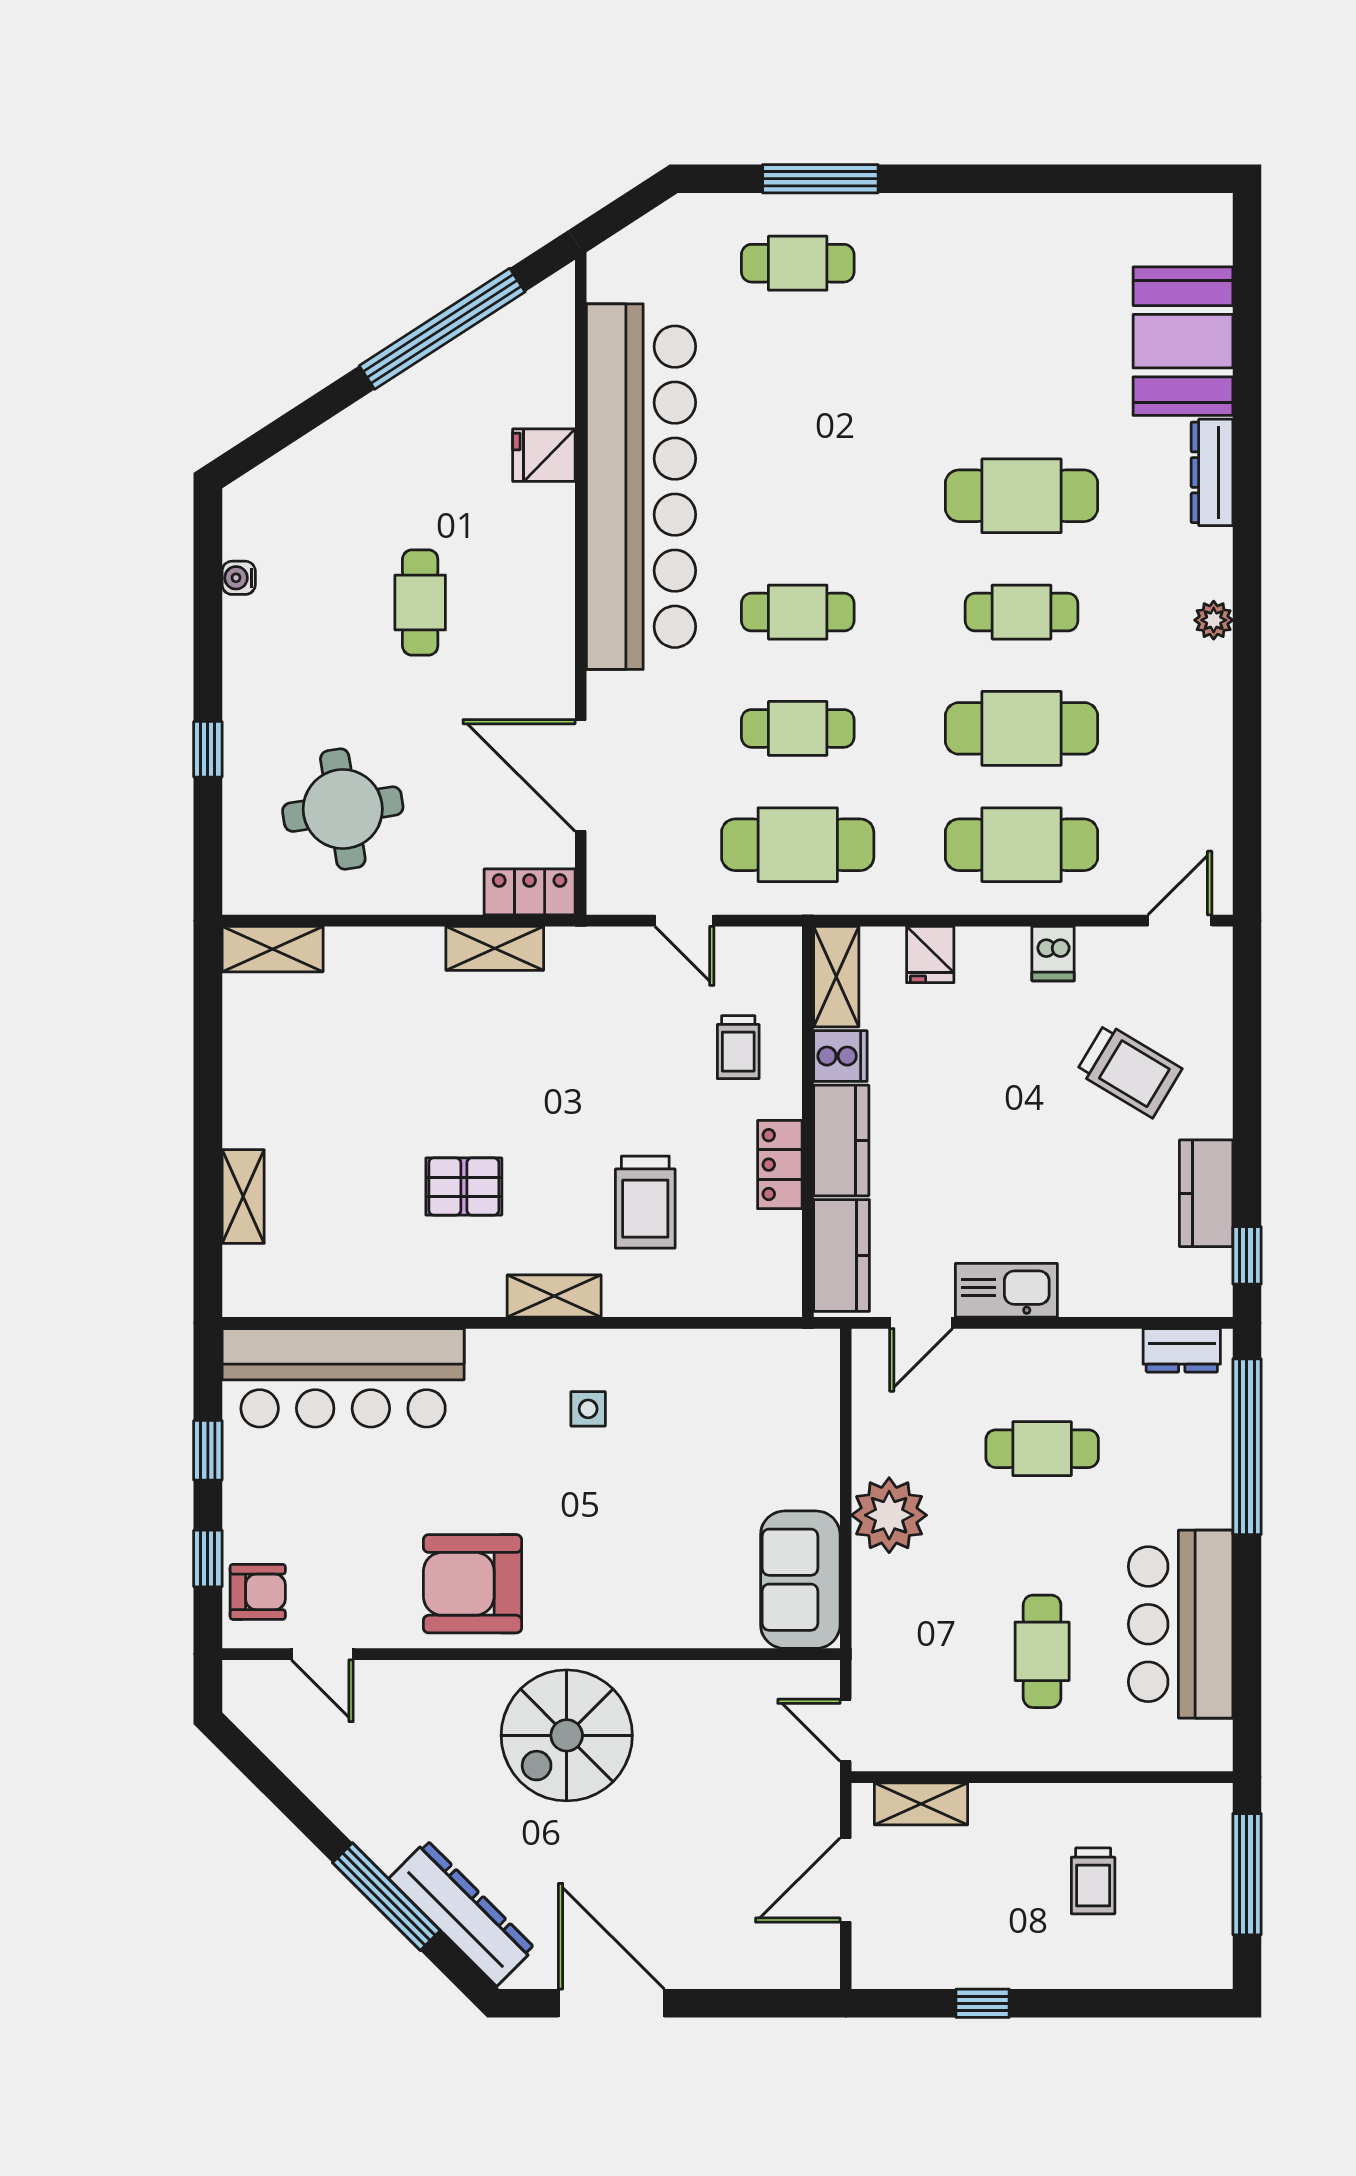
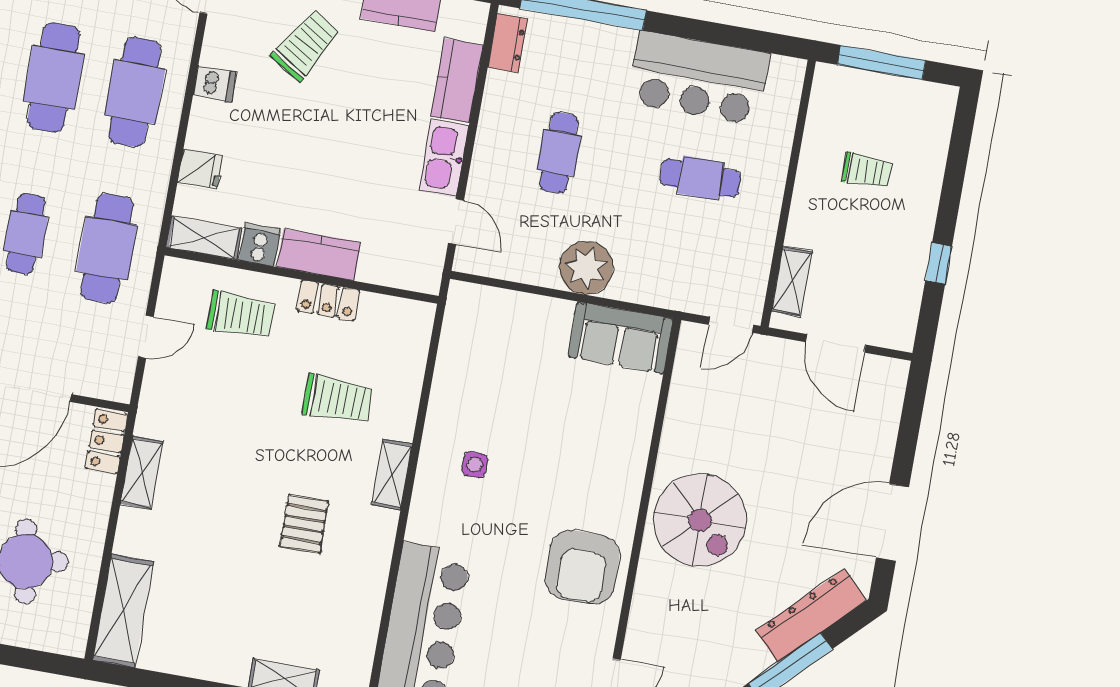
shelving: (273, 949) -> (123, 611), width x1.50, depth x1.33
trolley: (738, 1047) -> (241, 315), width x1.36, depth x1.39
kitchen counter: (841, 1255) -> (457, 81), moved, turned -90

